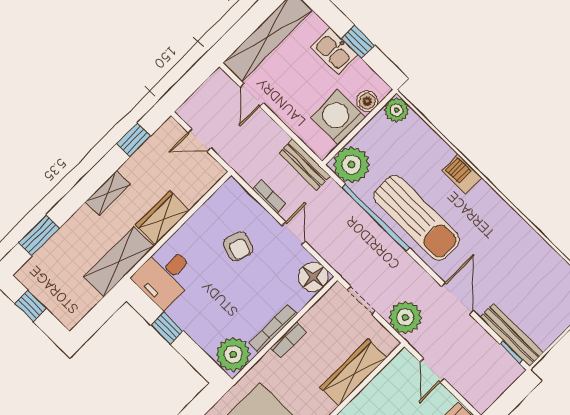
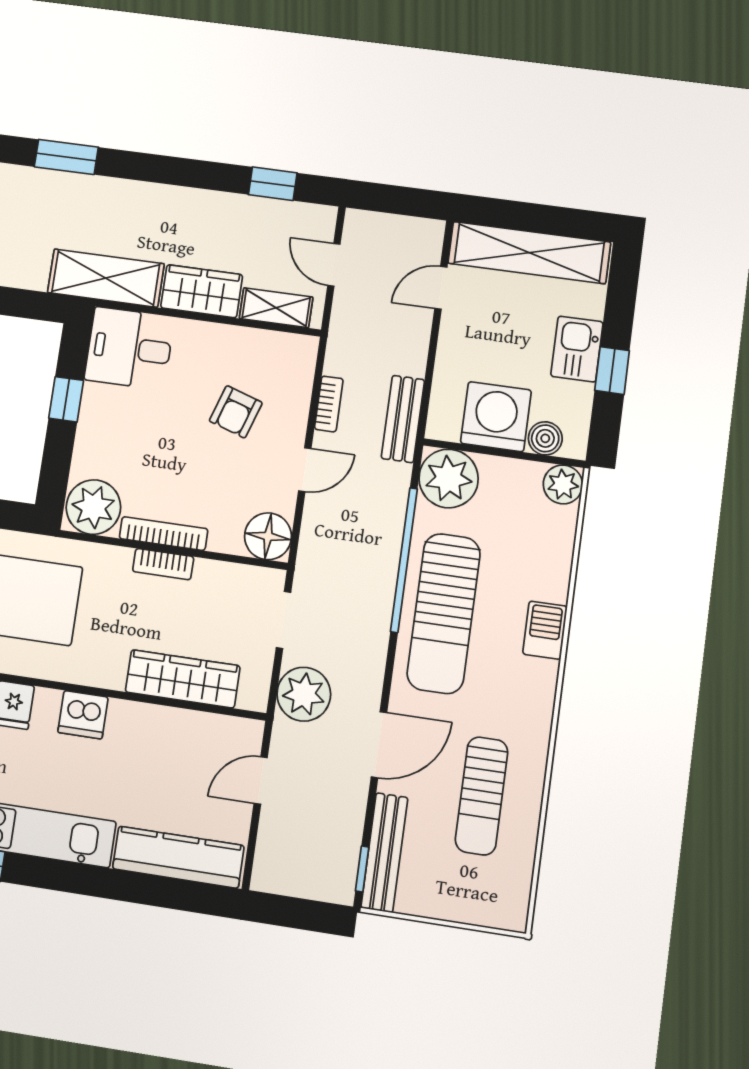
shelving: (108, 193) -> (276, 308), moved
sun lounger: (519, 267) -> (482, 796), added

